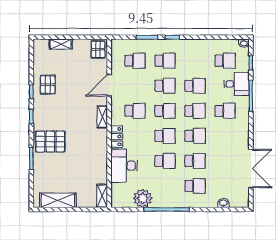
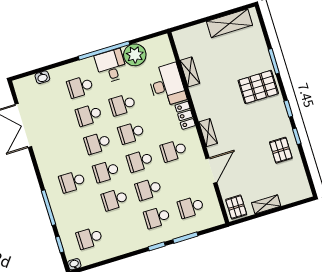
shelving: (61, 44) -> (266, 204), moved
desk: (236, 84) -> (111, 66), moved, turned 90
shelving: (102, 196) -> (190, 72), moved

